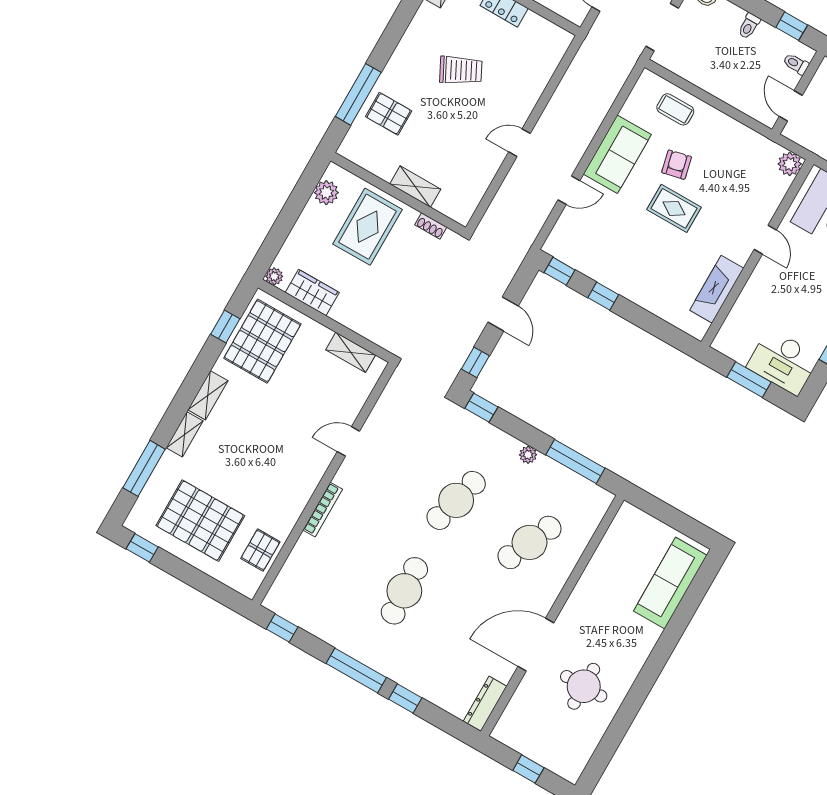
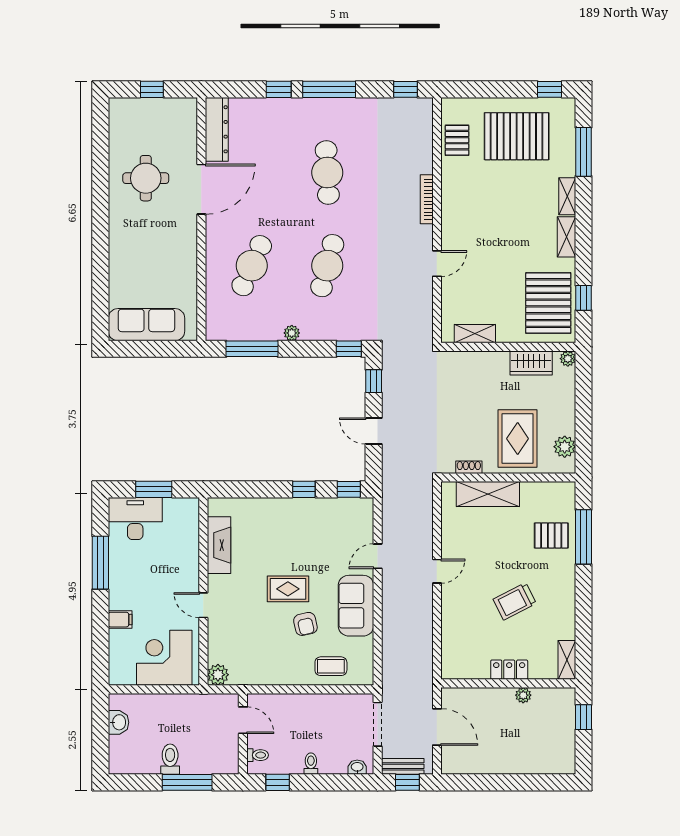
shelving: (415, 187) -> (488, 494), width x1.50, depth x1.33
sofa: (670, 583) -> (146, 325), moved, turned -90
dresser: (485, 704) -> (217, 129), width x1.37, depth x1.24

